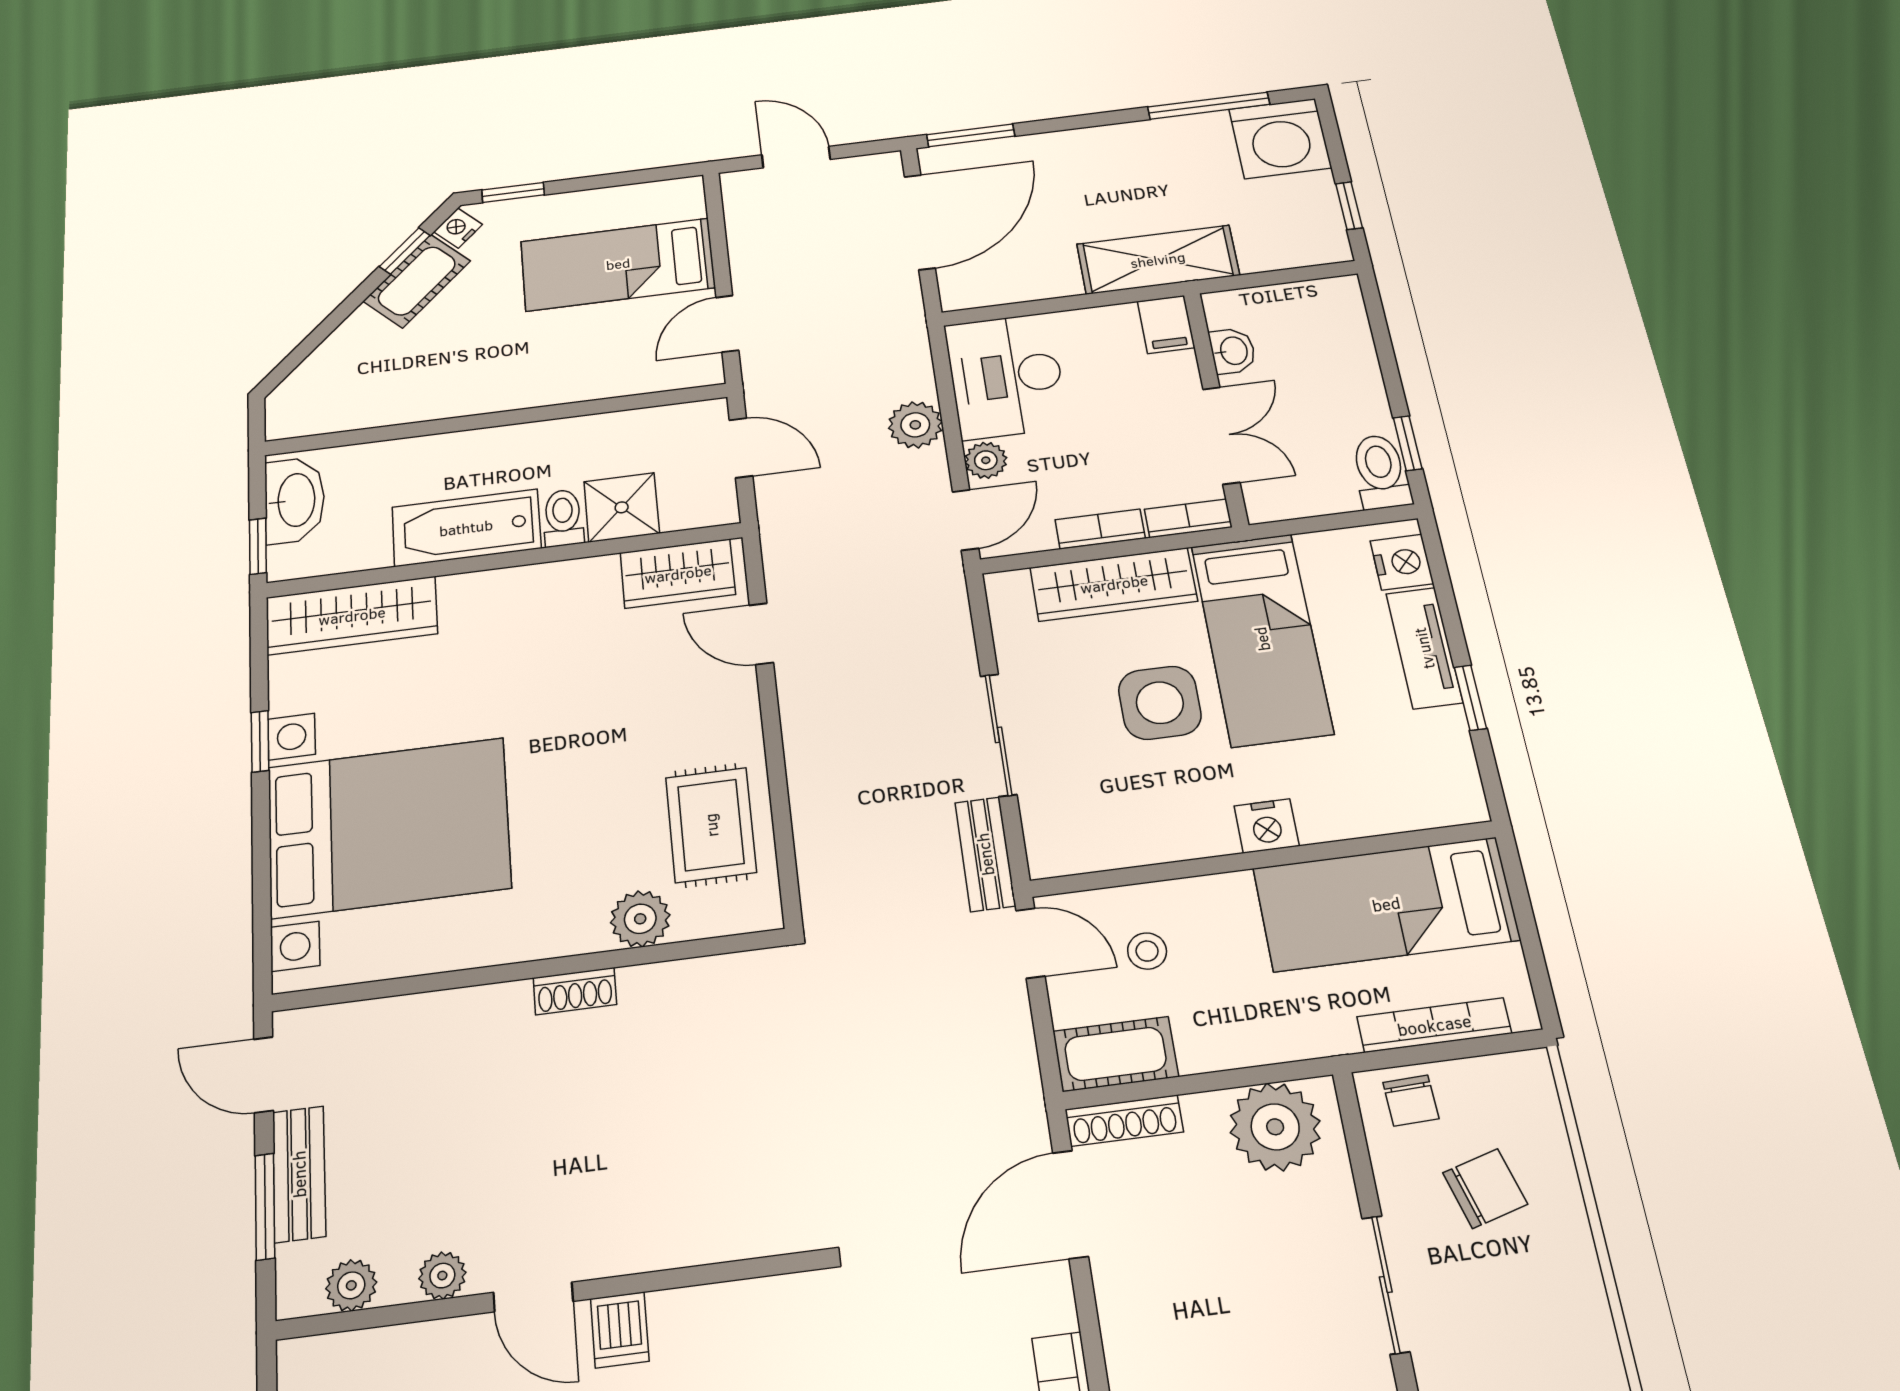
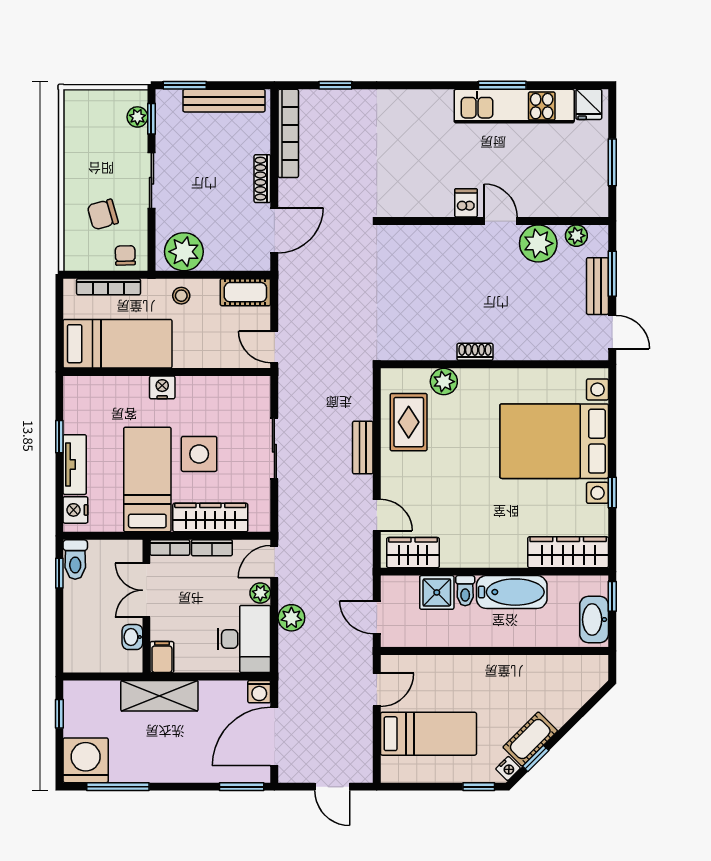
washing machine: (961, 291) -> (259, 692), added
bench: (985, 854) -> (363, 448), moved
stool: (1147, 951) -> (181, 296), moved
shoe rack: (1124, 1121) -> (262, 179), moved, turned -90
plant: (442, 1276) -> (538, 243), width x1.88, depth x1.88

